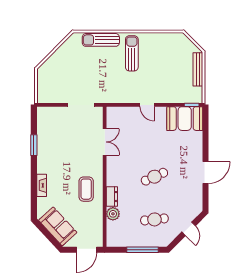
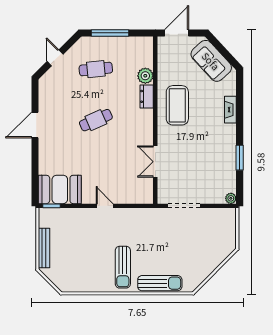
plant: (41, 111) -> (231, 198), added
coffee table: (86, 189) -> (177, 105), width x1.36, depth x1.32

